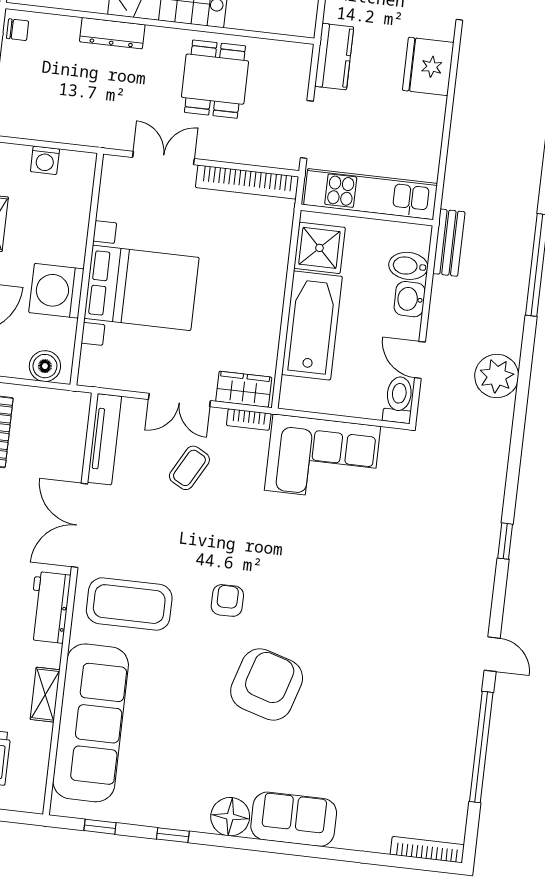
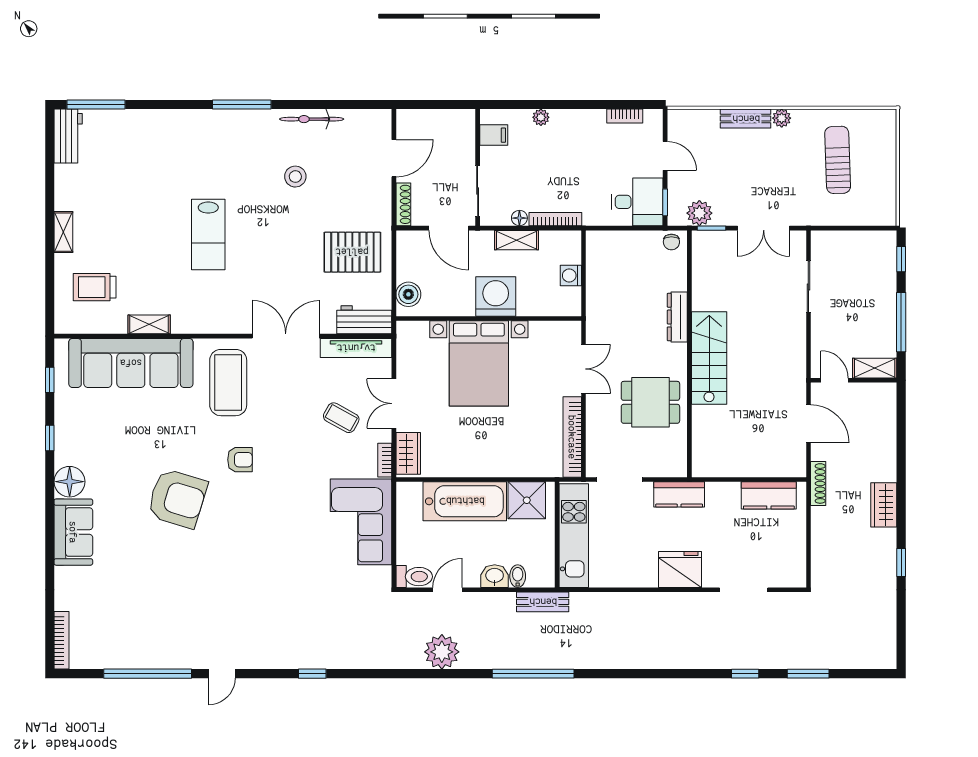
bidet: (408, 266) -> (518, 576), width x0.72, depth x0.74
washing machine: (56, 291) -> (496, 296), moved
workbench: (49, 607) -> (364, 320), moved

